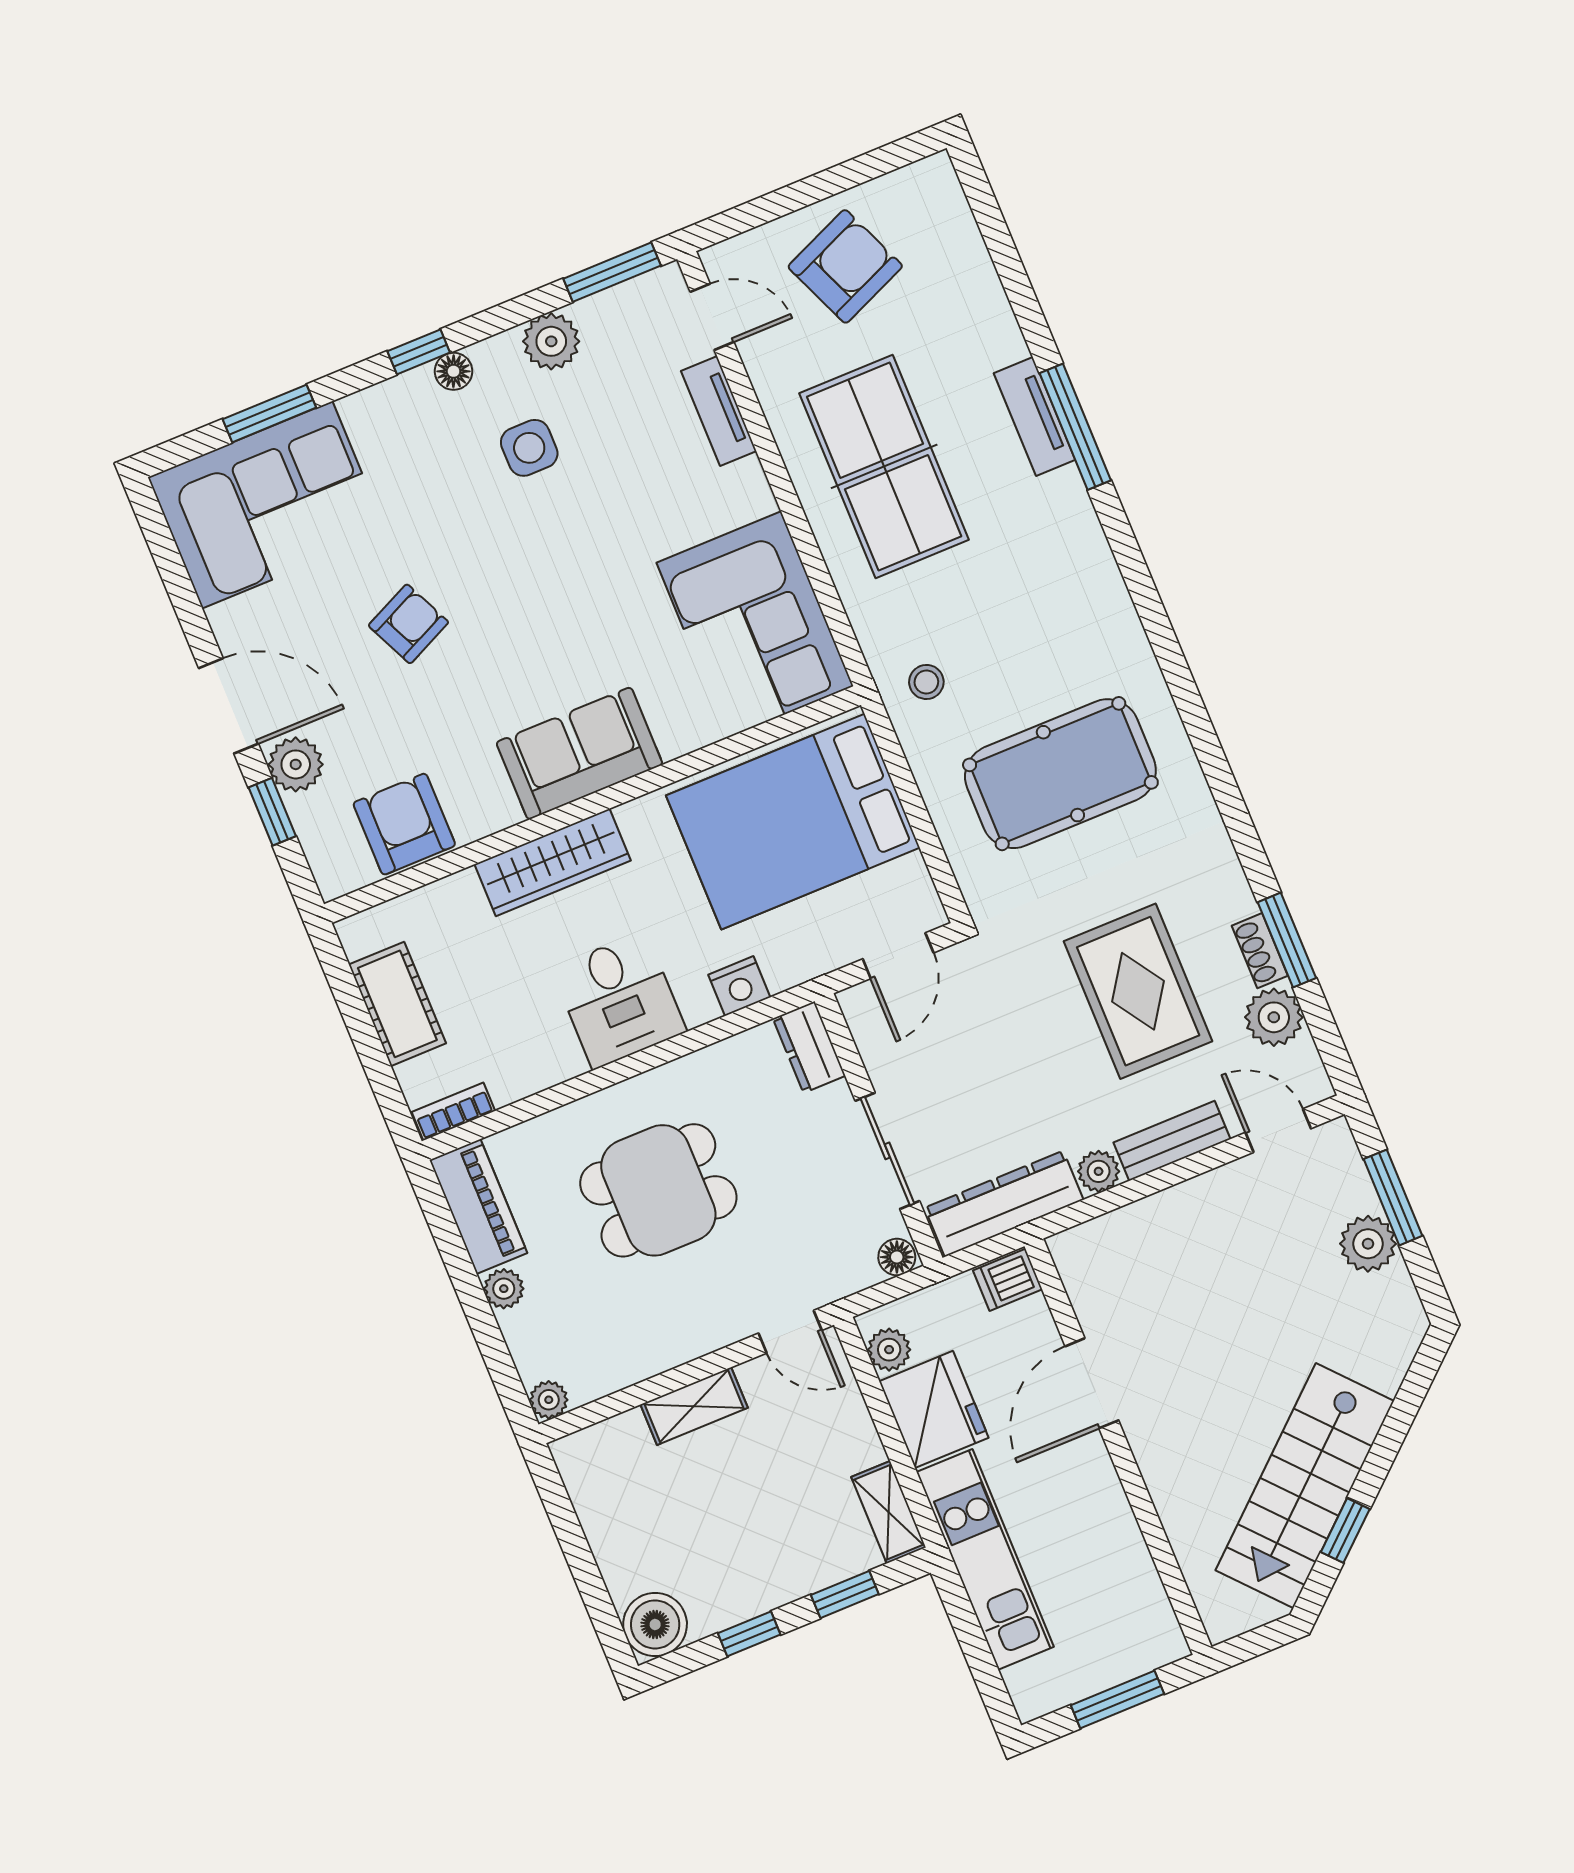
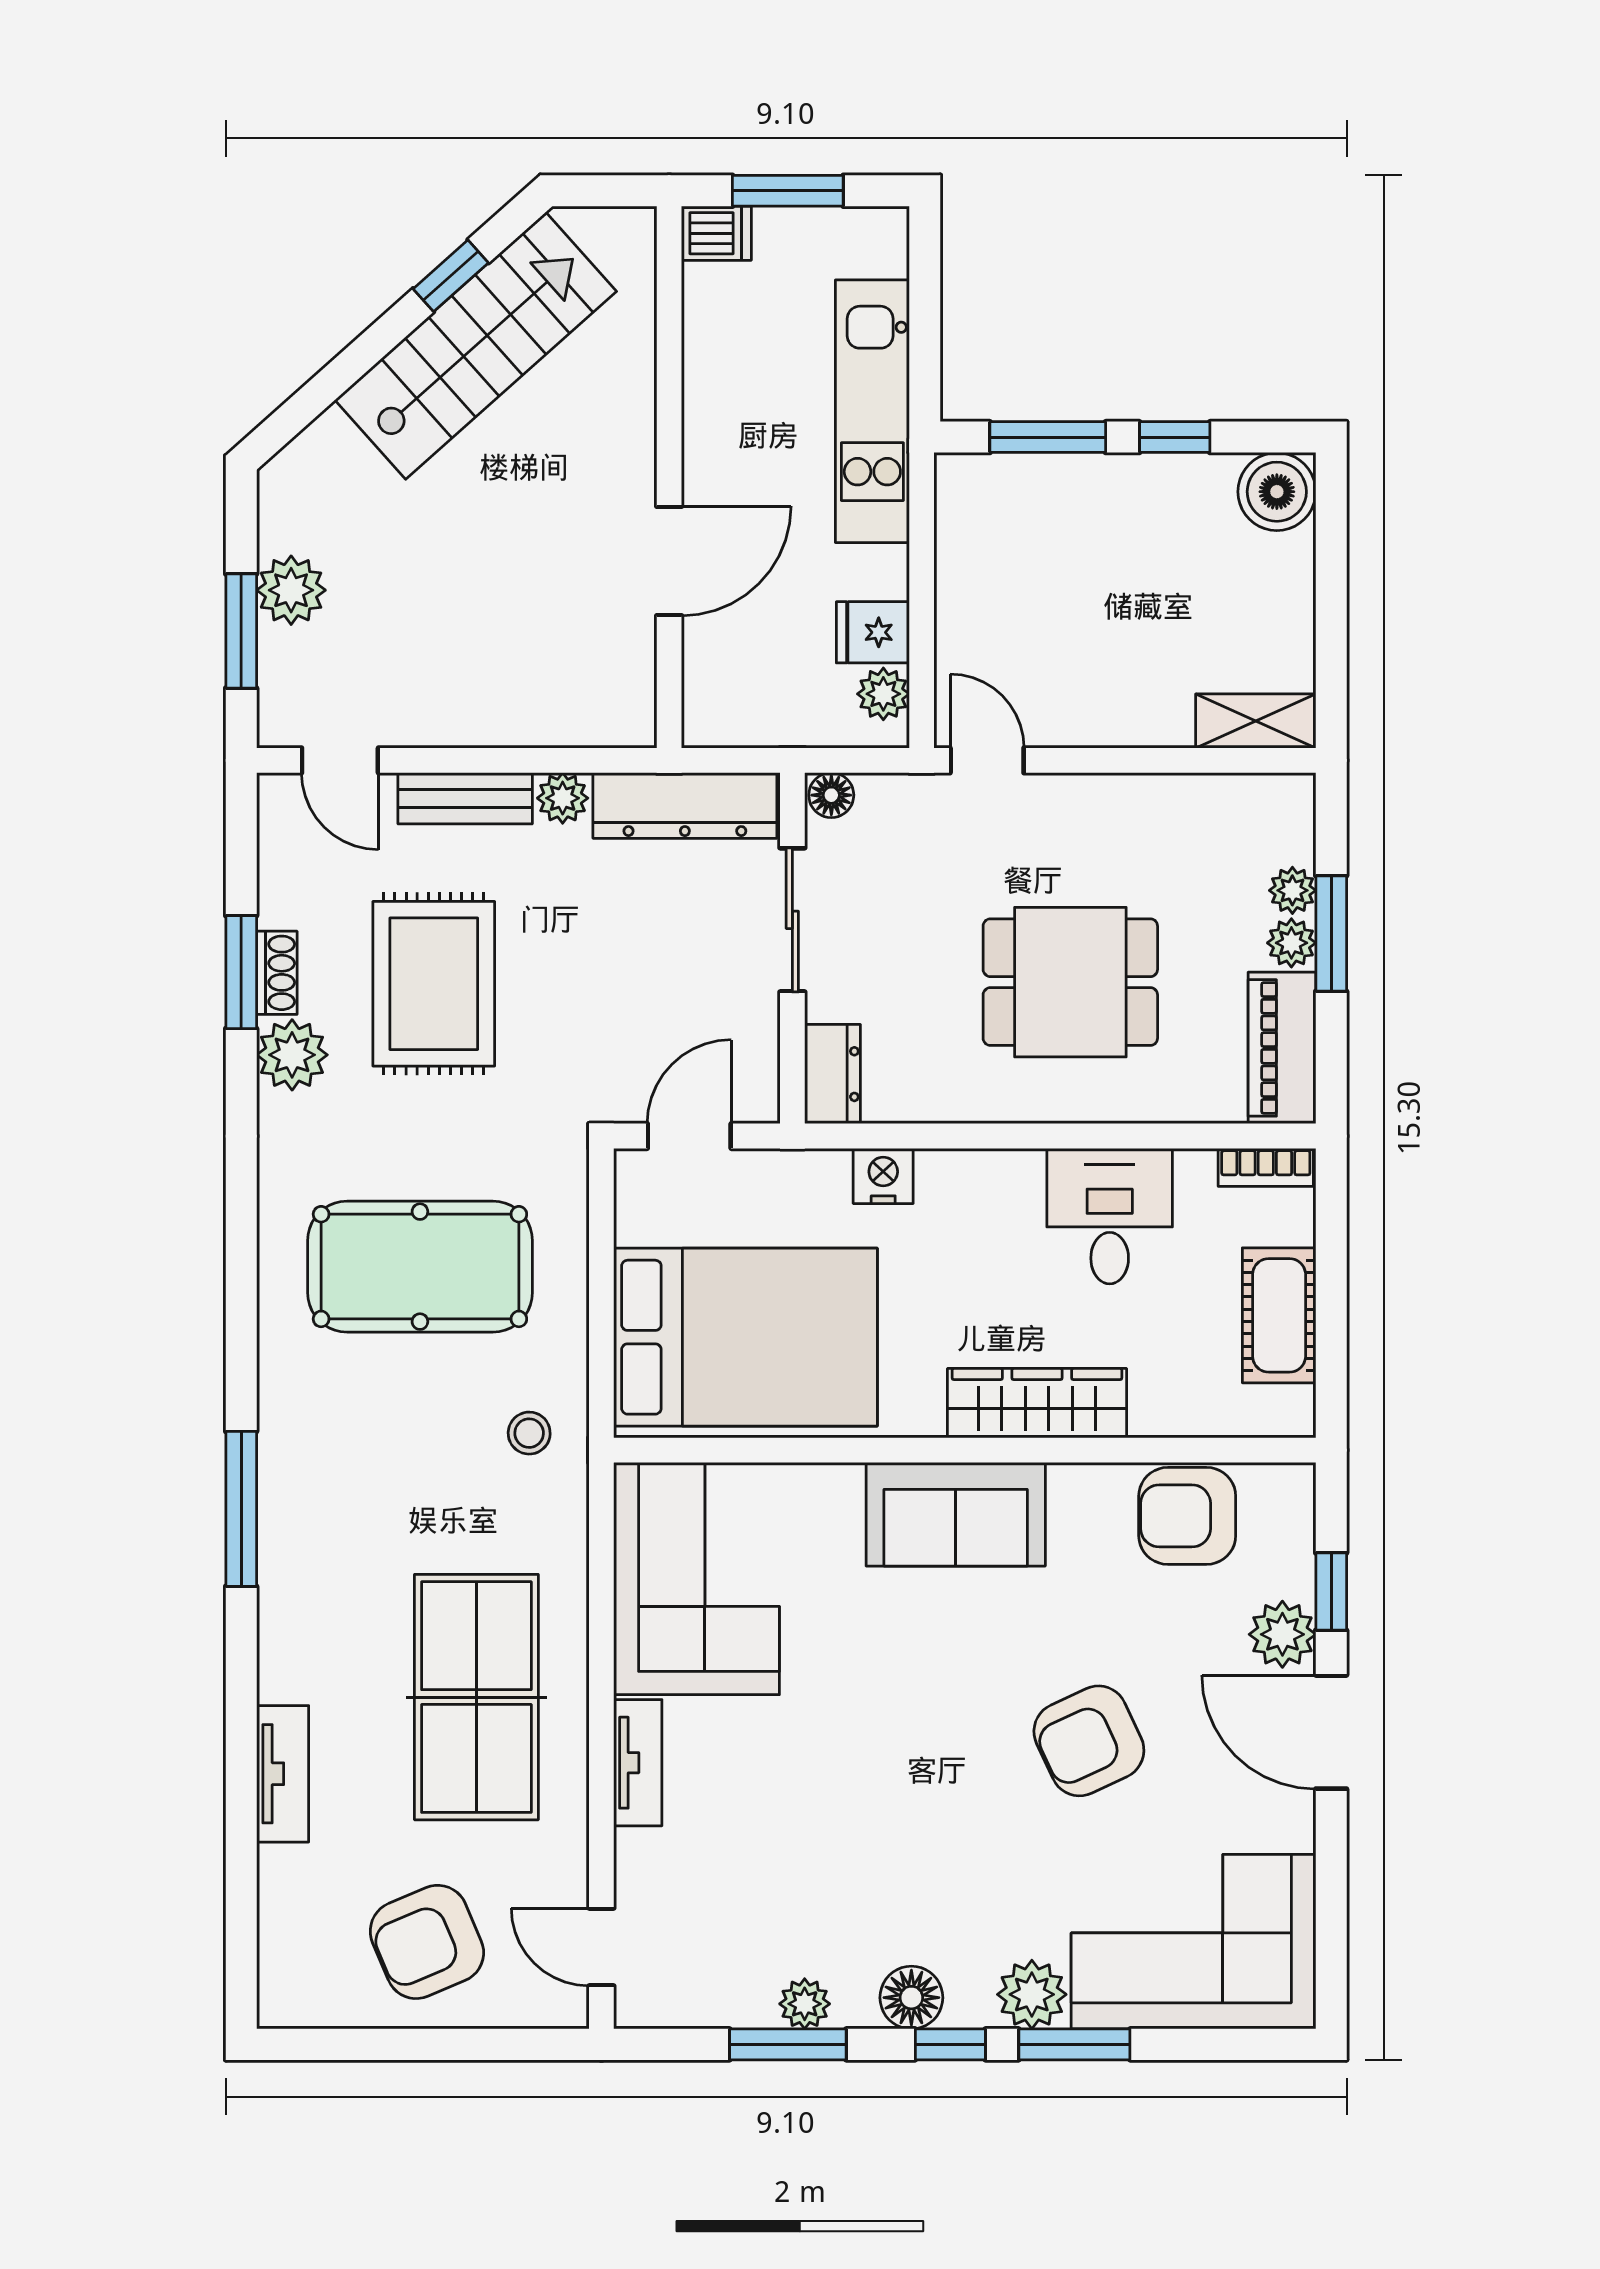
window: (612, 272) -> (788, 2044), moved
plant: (551, 341) -> (805, 2004), width x0.73, depth x0.73
floor lamp: (454, 371) -> (911, 1998), width x1.37, depth x1.37
tv unit: (719, 411) -> (638, 1763), moved
window: (269, 413) -> (1074, 2044), moved
plant: (373, 415) -> (1032, 1994), added
tv unit: (1034, 417) -> (283, 1774), moved
window: (1075, 427) -> (241, 1509), moved
side table: (529, 448) -> (870, 1884), removed
armchair: (408, 624) -> (1089, 1741), width x1.38, depth x1.38
armchair: (404, 824) -> (1187, 1516), turned 90
desk: (619, 1000) -> (1110, 1216), moved
plant: (1274, 1017) -> (292, 1055), moved
dishwasher: (1008, 1280) -> (716, 233), moved
window: (477, 1308) -> (1331, 933), added
plant: (549, 1400) -> (1292, 890), moved
shelving: (694, 1406) -> (1256, 721), moved
fridge: (934, 1409) -> (873, 632), width x0.53, depth x0.75
shelving: (889, 1512) -> (960, 510), removed
window: (845, 1594) -> (1048, 437), width x1.50

